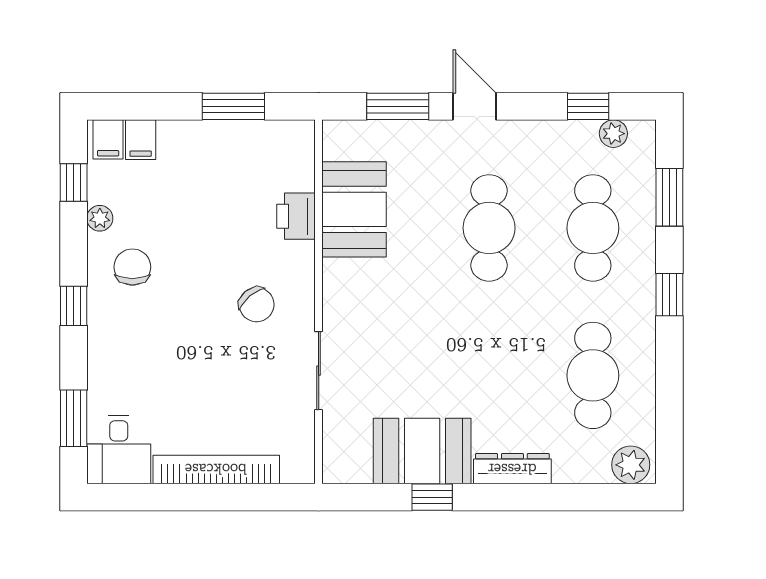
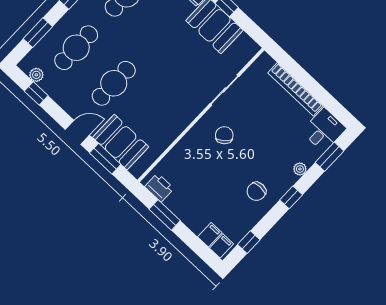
door: (475, 106) -> (77, 132), swing flipped
booth: (354, 209) -> (121, 142), moved, turned 90
printer: (296, 216) -> (159, 188), moved, turned -90
plant: (100, 218) -> (300, 169), moved

